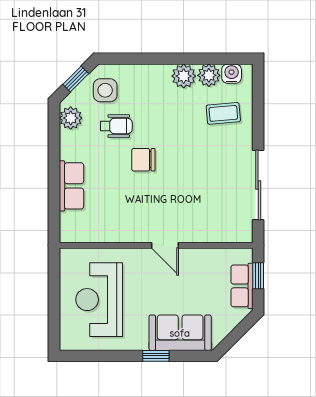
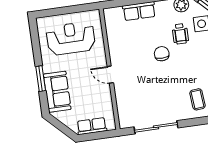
door: (165, 245) -> (110, 75), hinge flipped
window: (258, 276) -> (99, 135), removed
window: (156, 356) -> (41, 79), width x1.50

